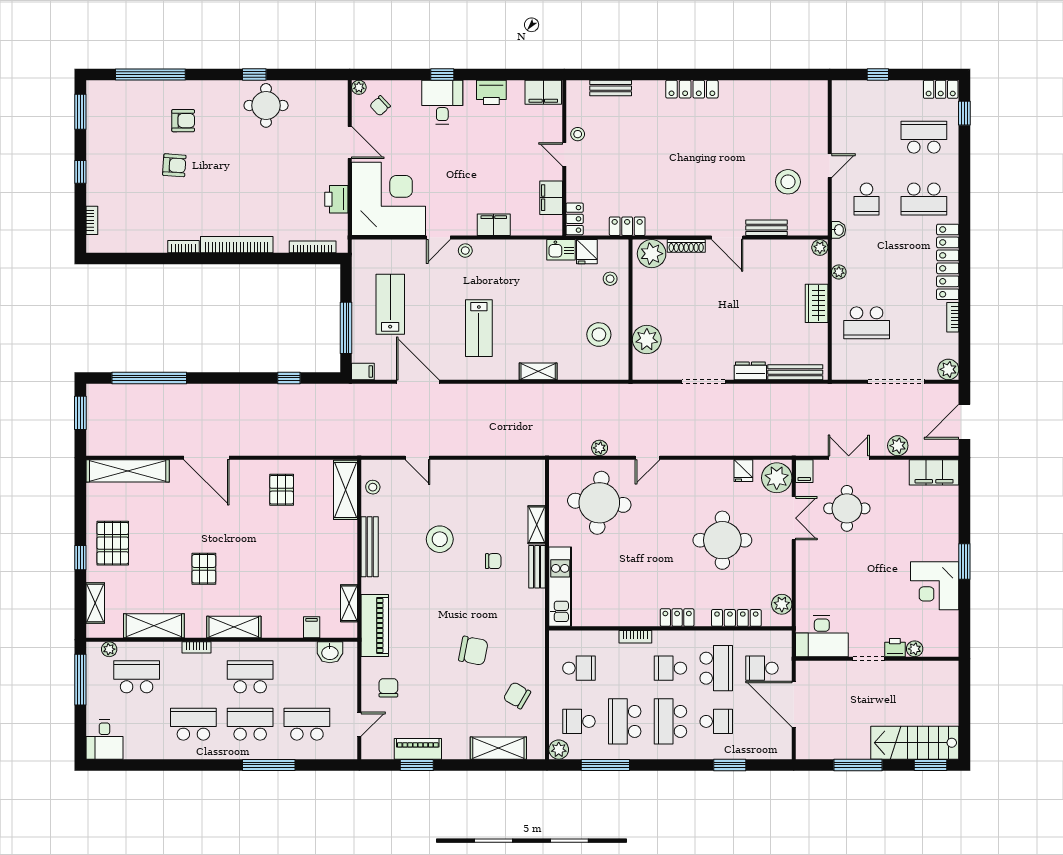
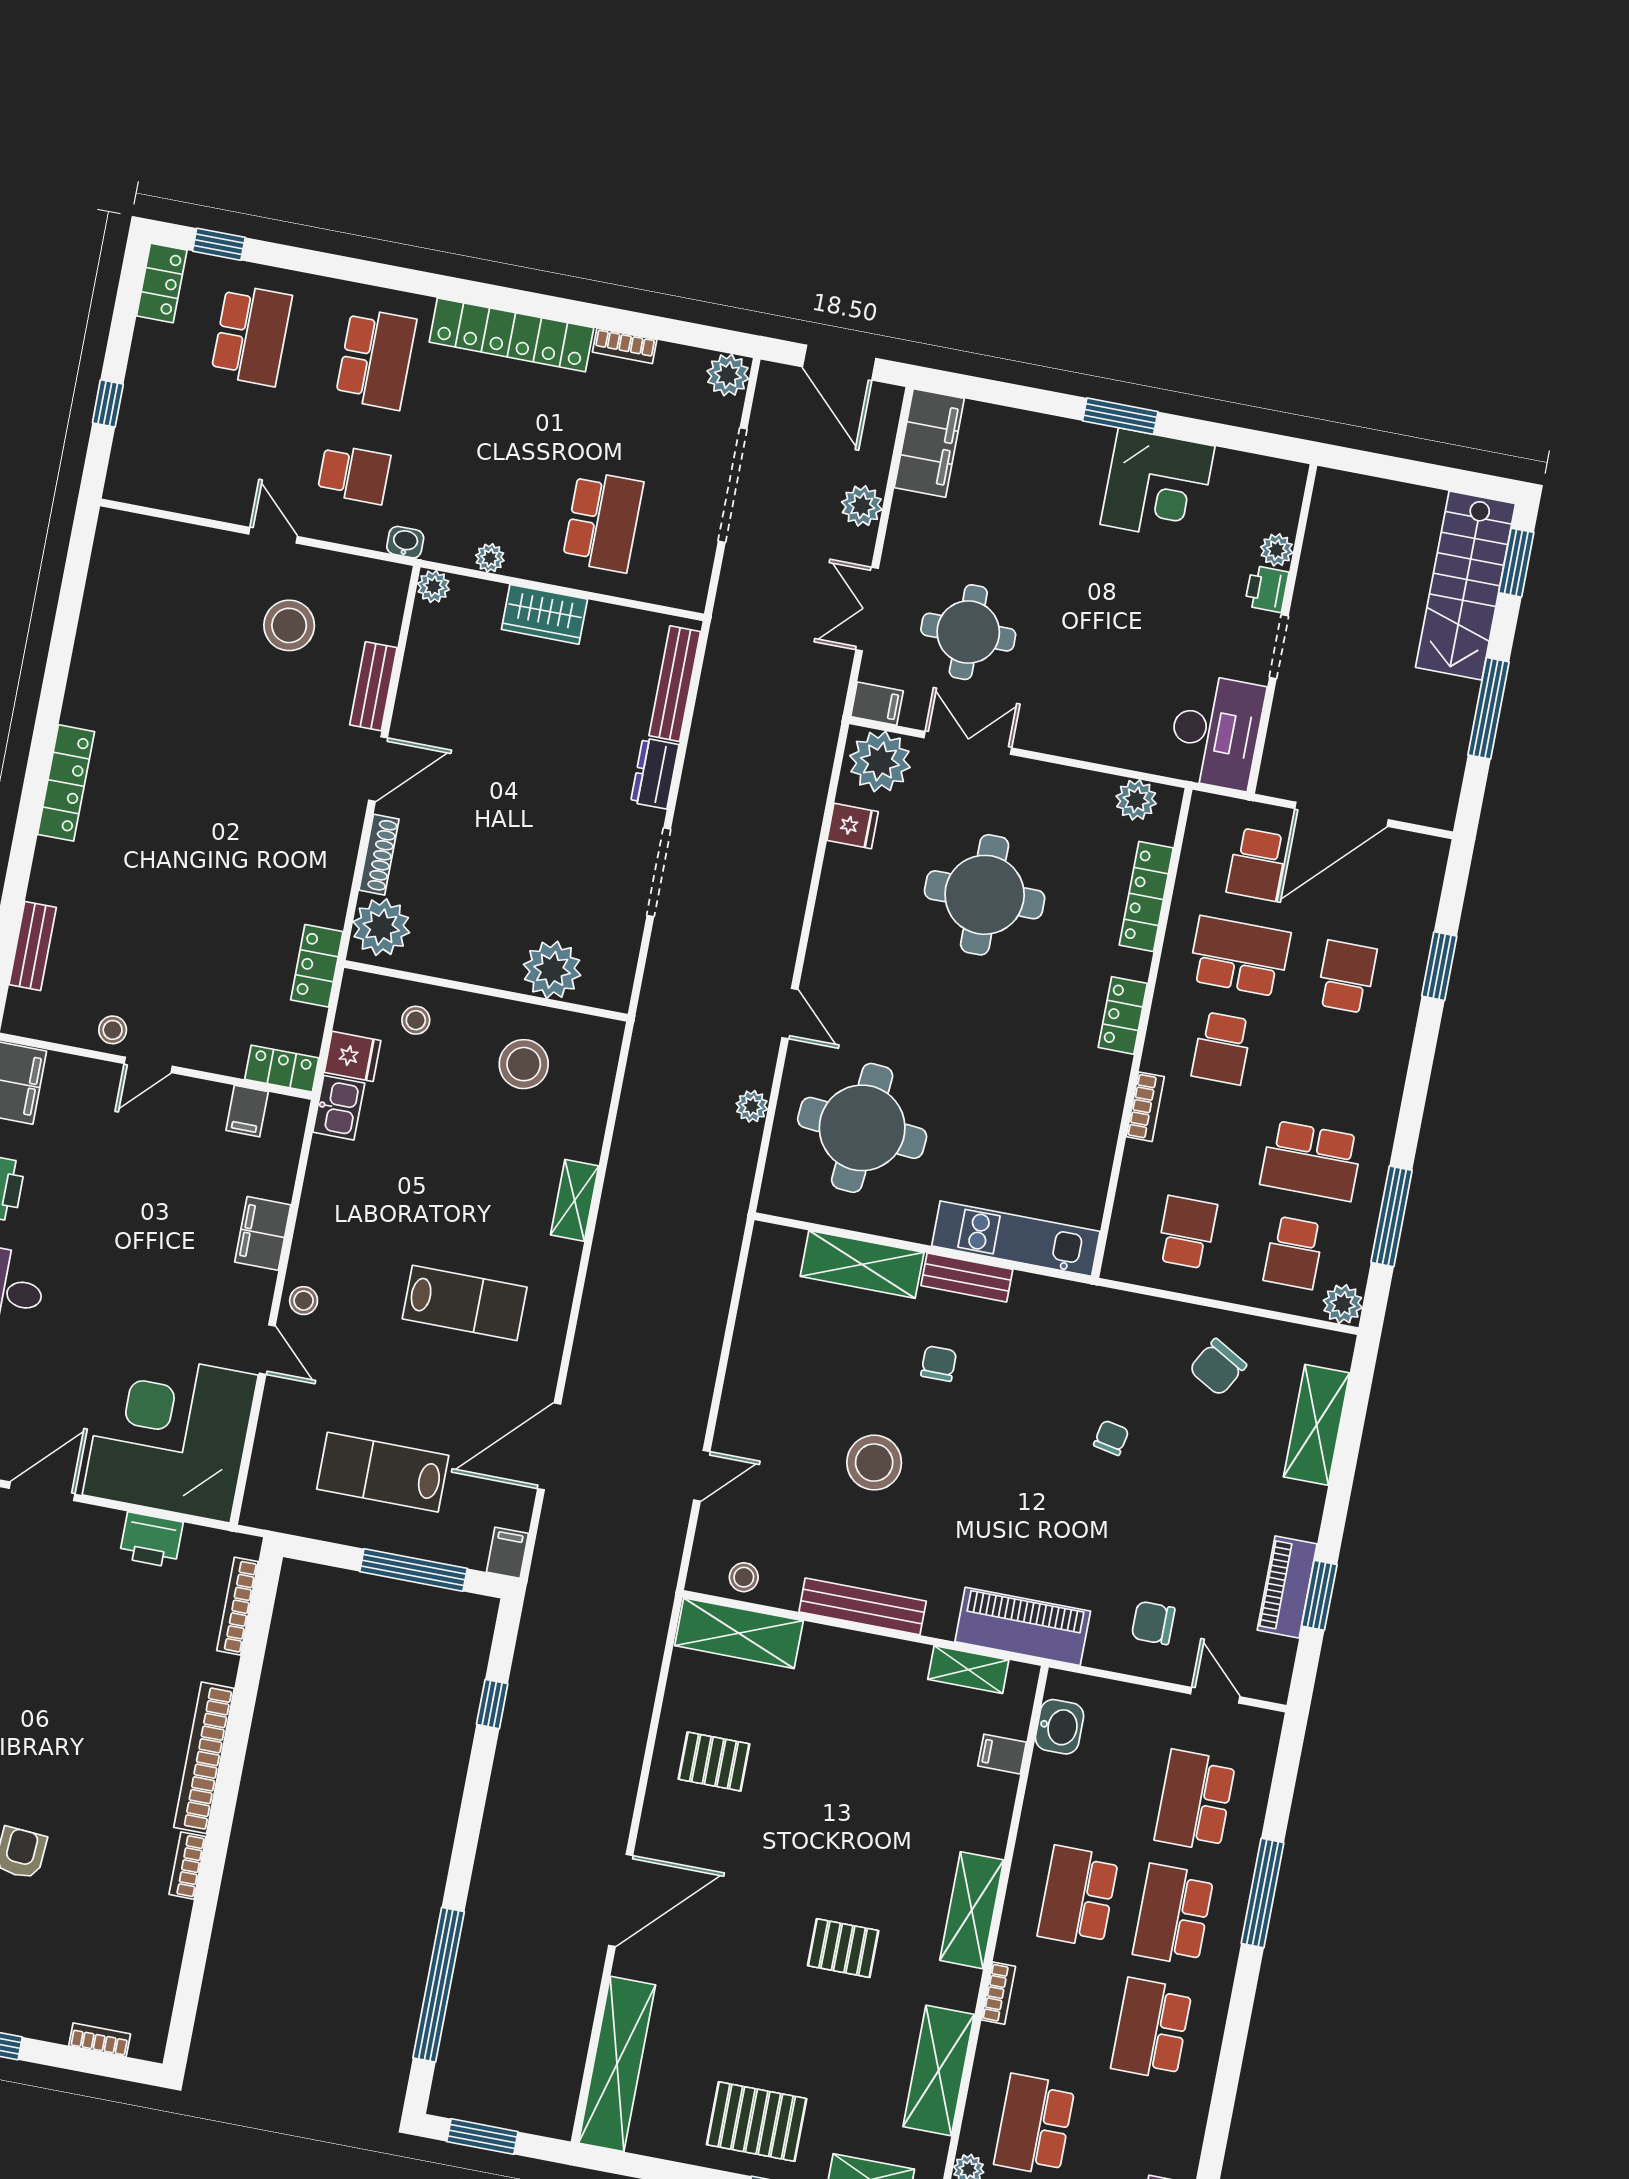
school desk: (924, 137) -> (252, 335), turned 180
filing cabinet: (551, 198) -> (247, 1111), width x0.50
shelving: (537, 525) -> (862, 1264), width x1.50, depth x1.33
chair: (473, 651) -> (1111, 1438), width x0.54, depth x0.54
school desk: (670, 721) -> (1329, 1069), removed

